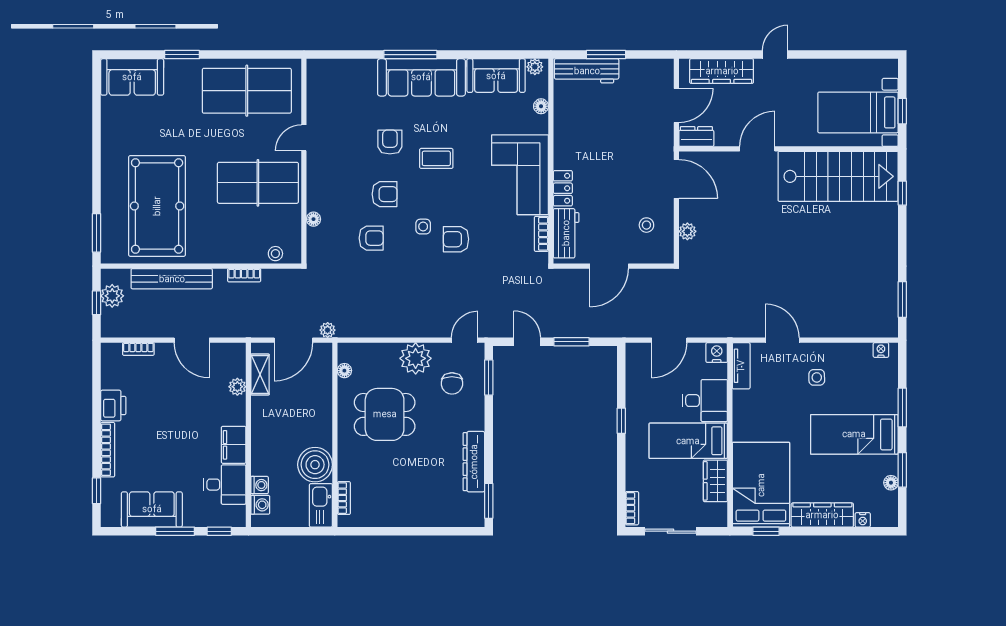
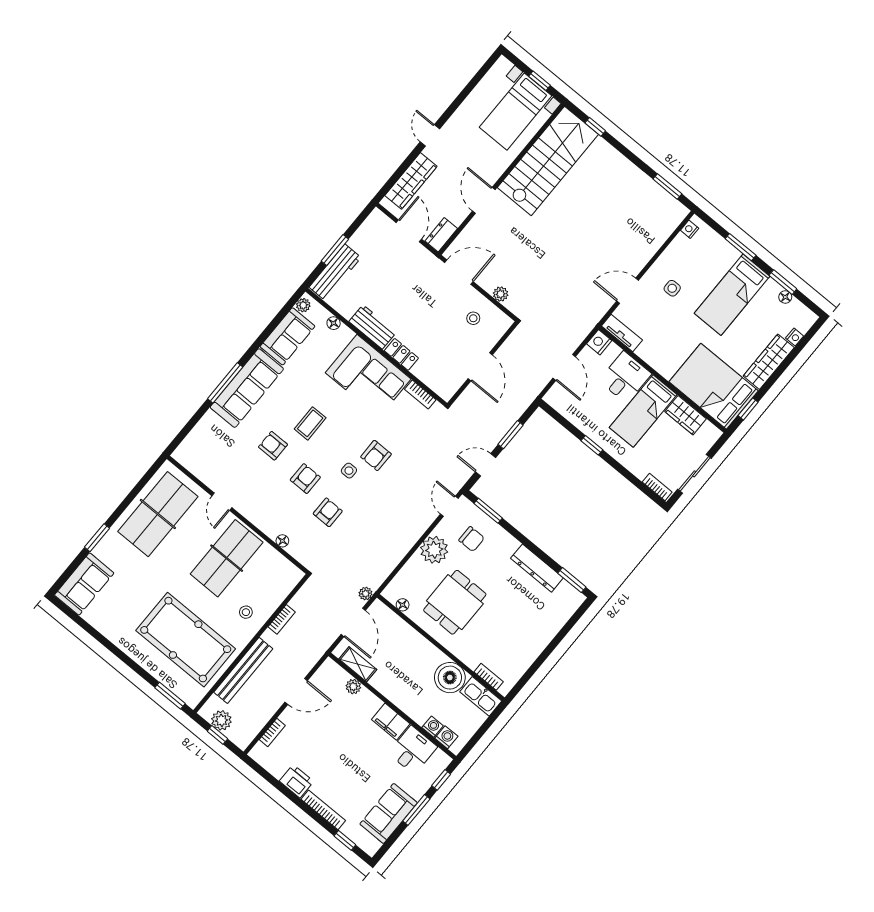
workbench: (566, 233) -> (373, 327), moved
stool: (275, 254) -> (246, 612), moved

